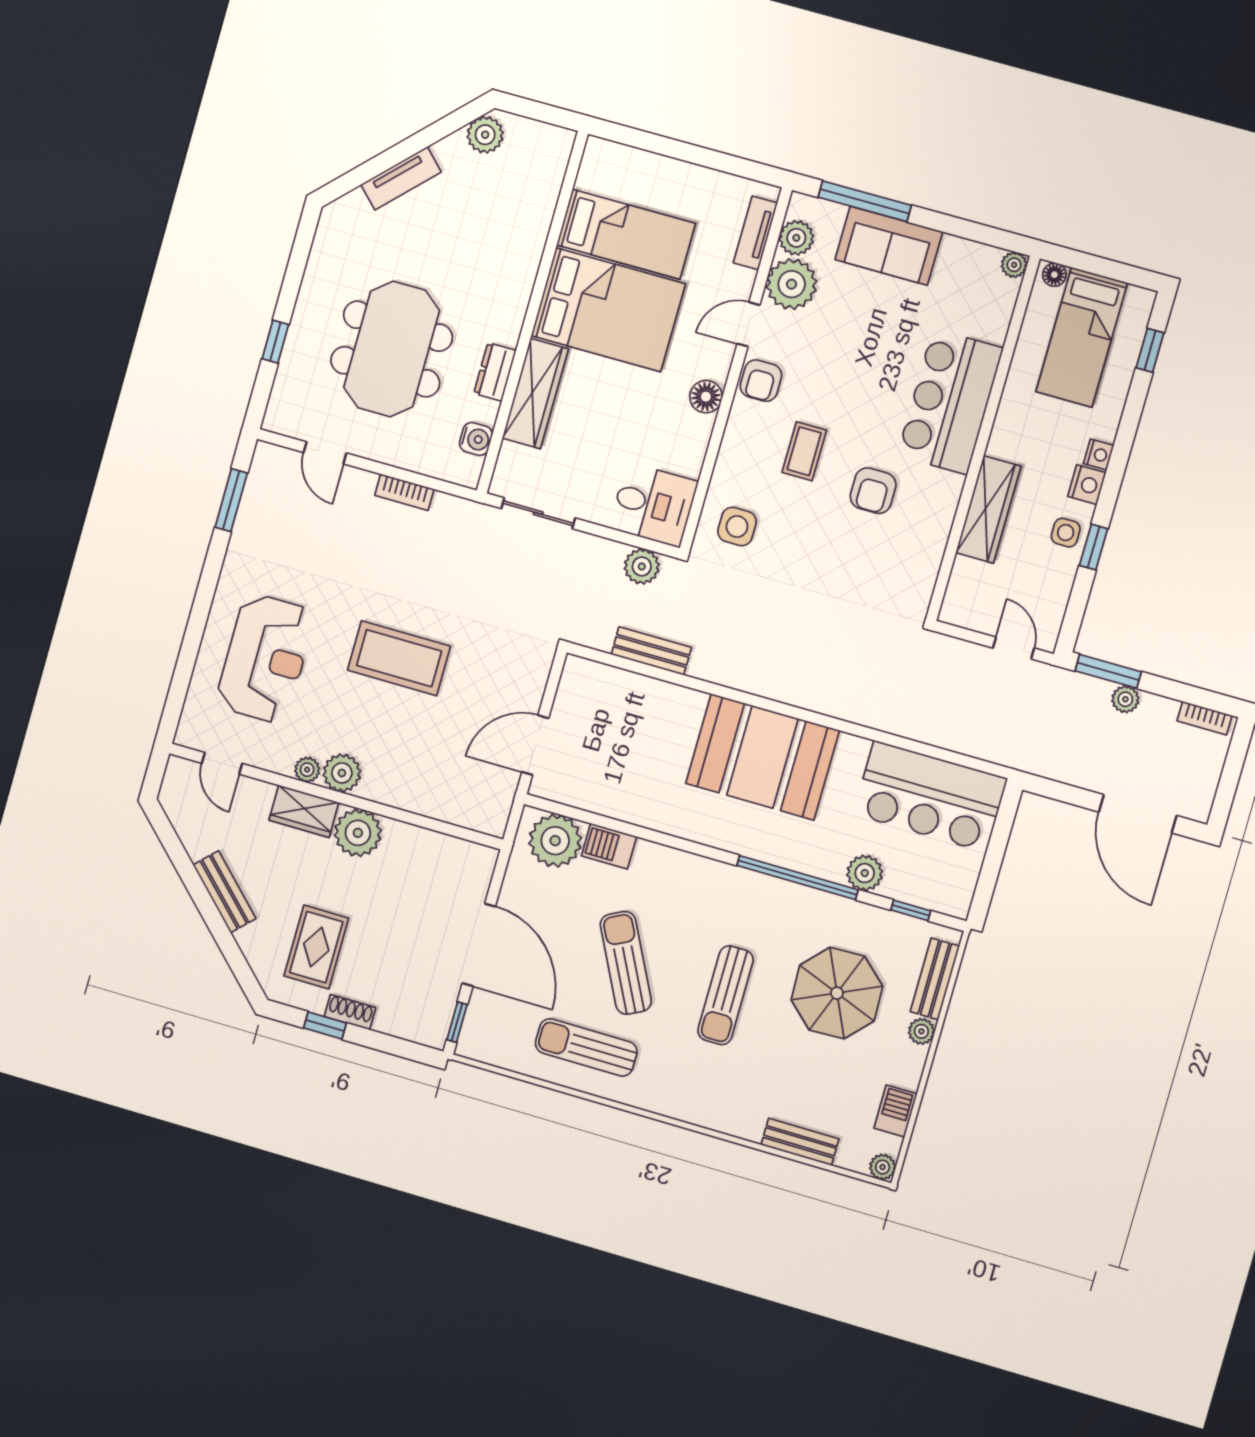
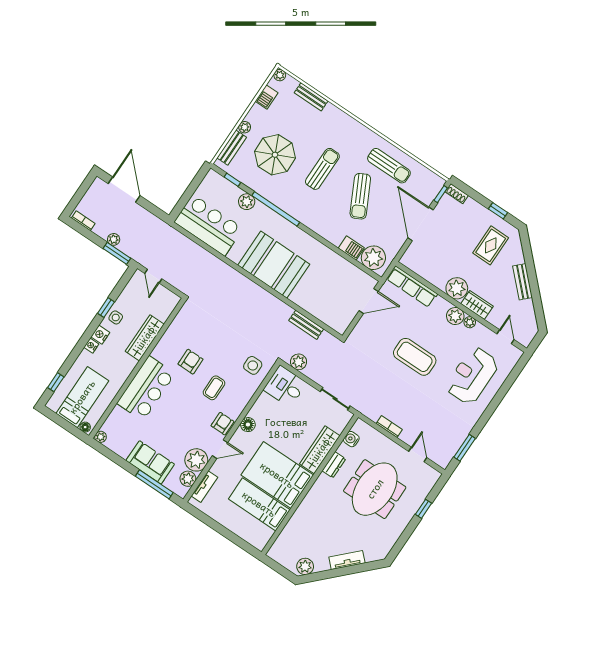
row of seats: (454, 806) -> (412, 286), added
shoe rack: (350, 1012) -> (457, 194), moved

